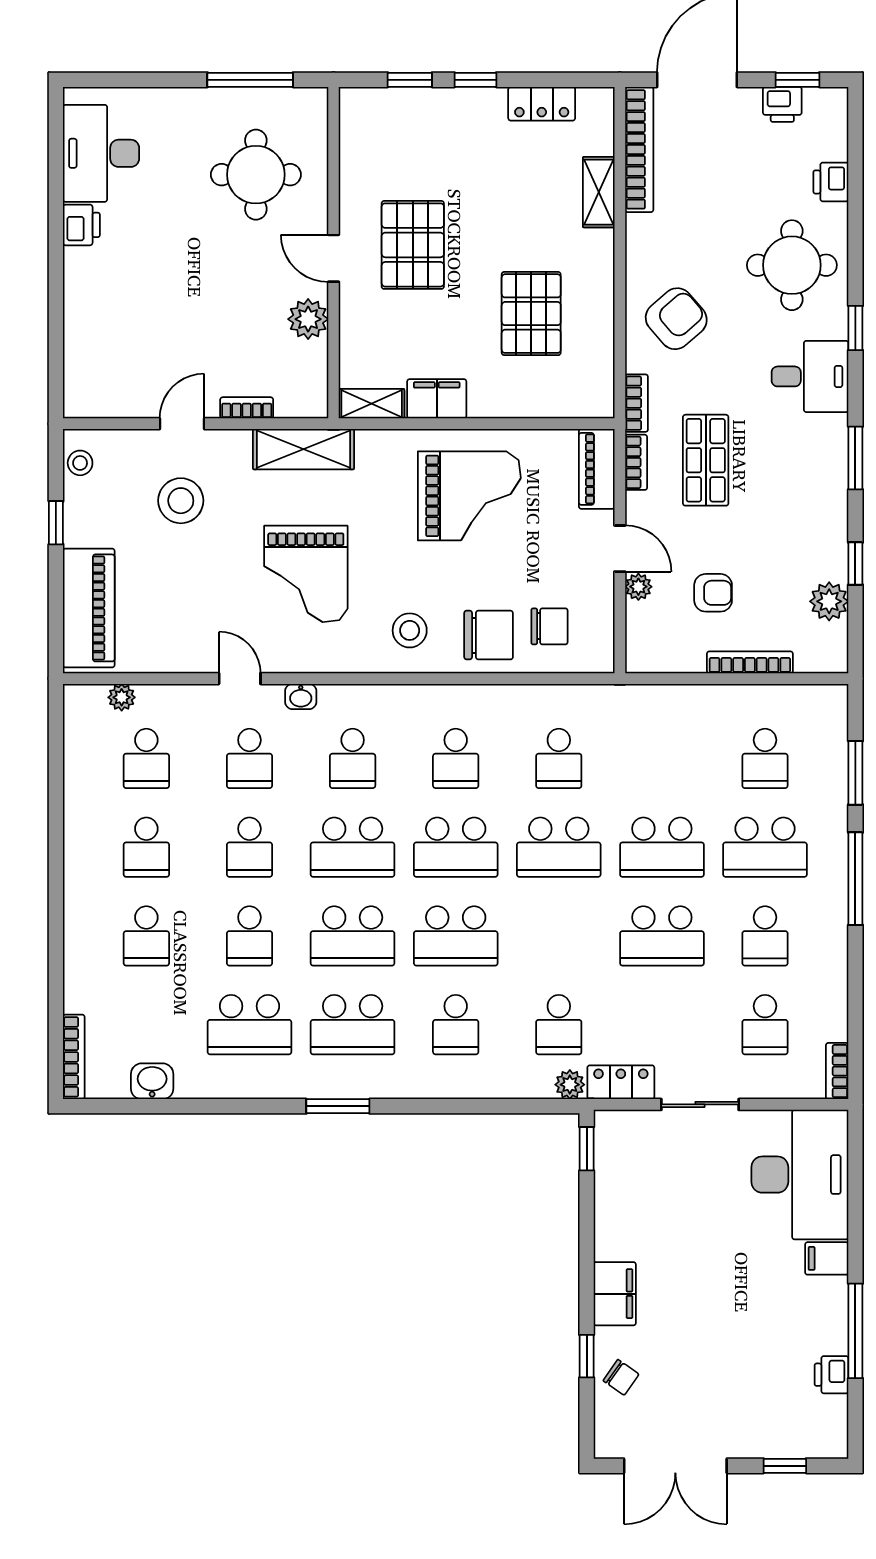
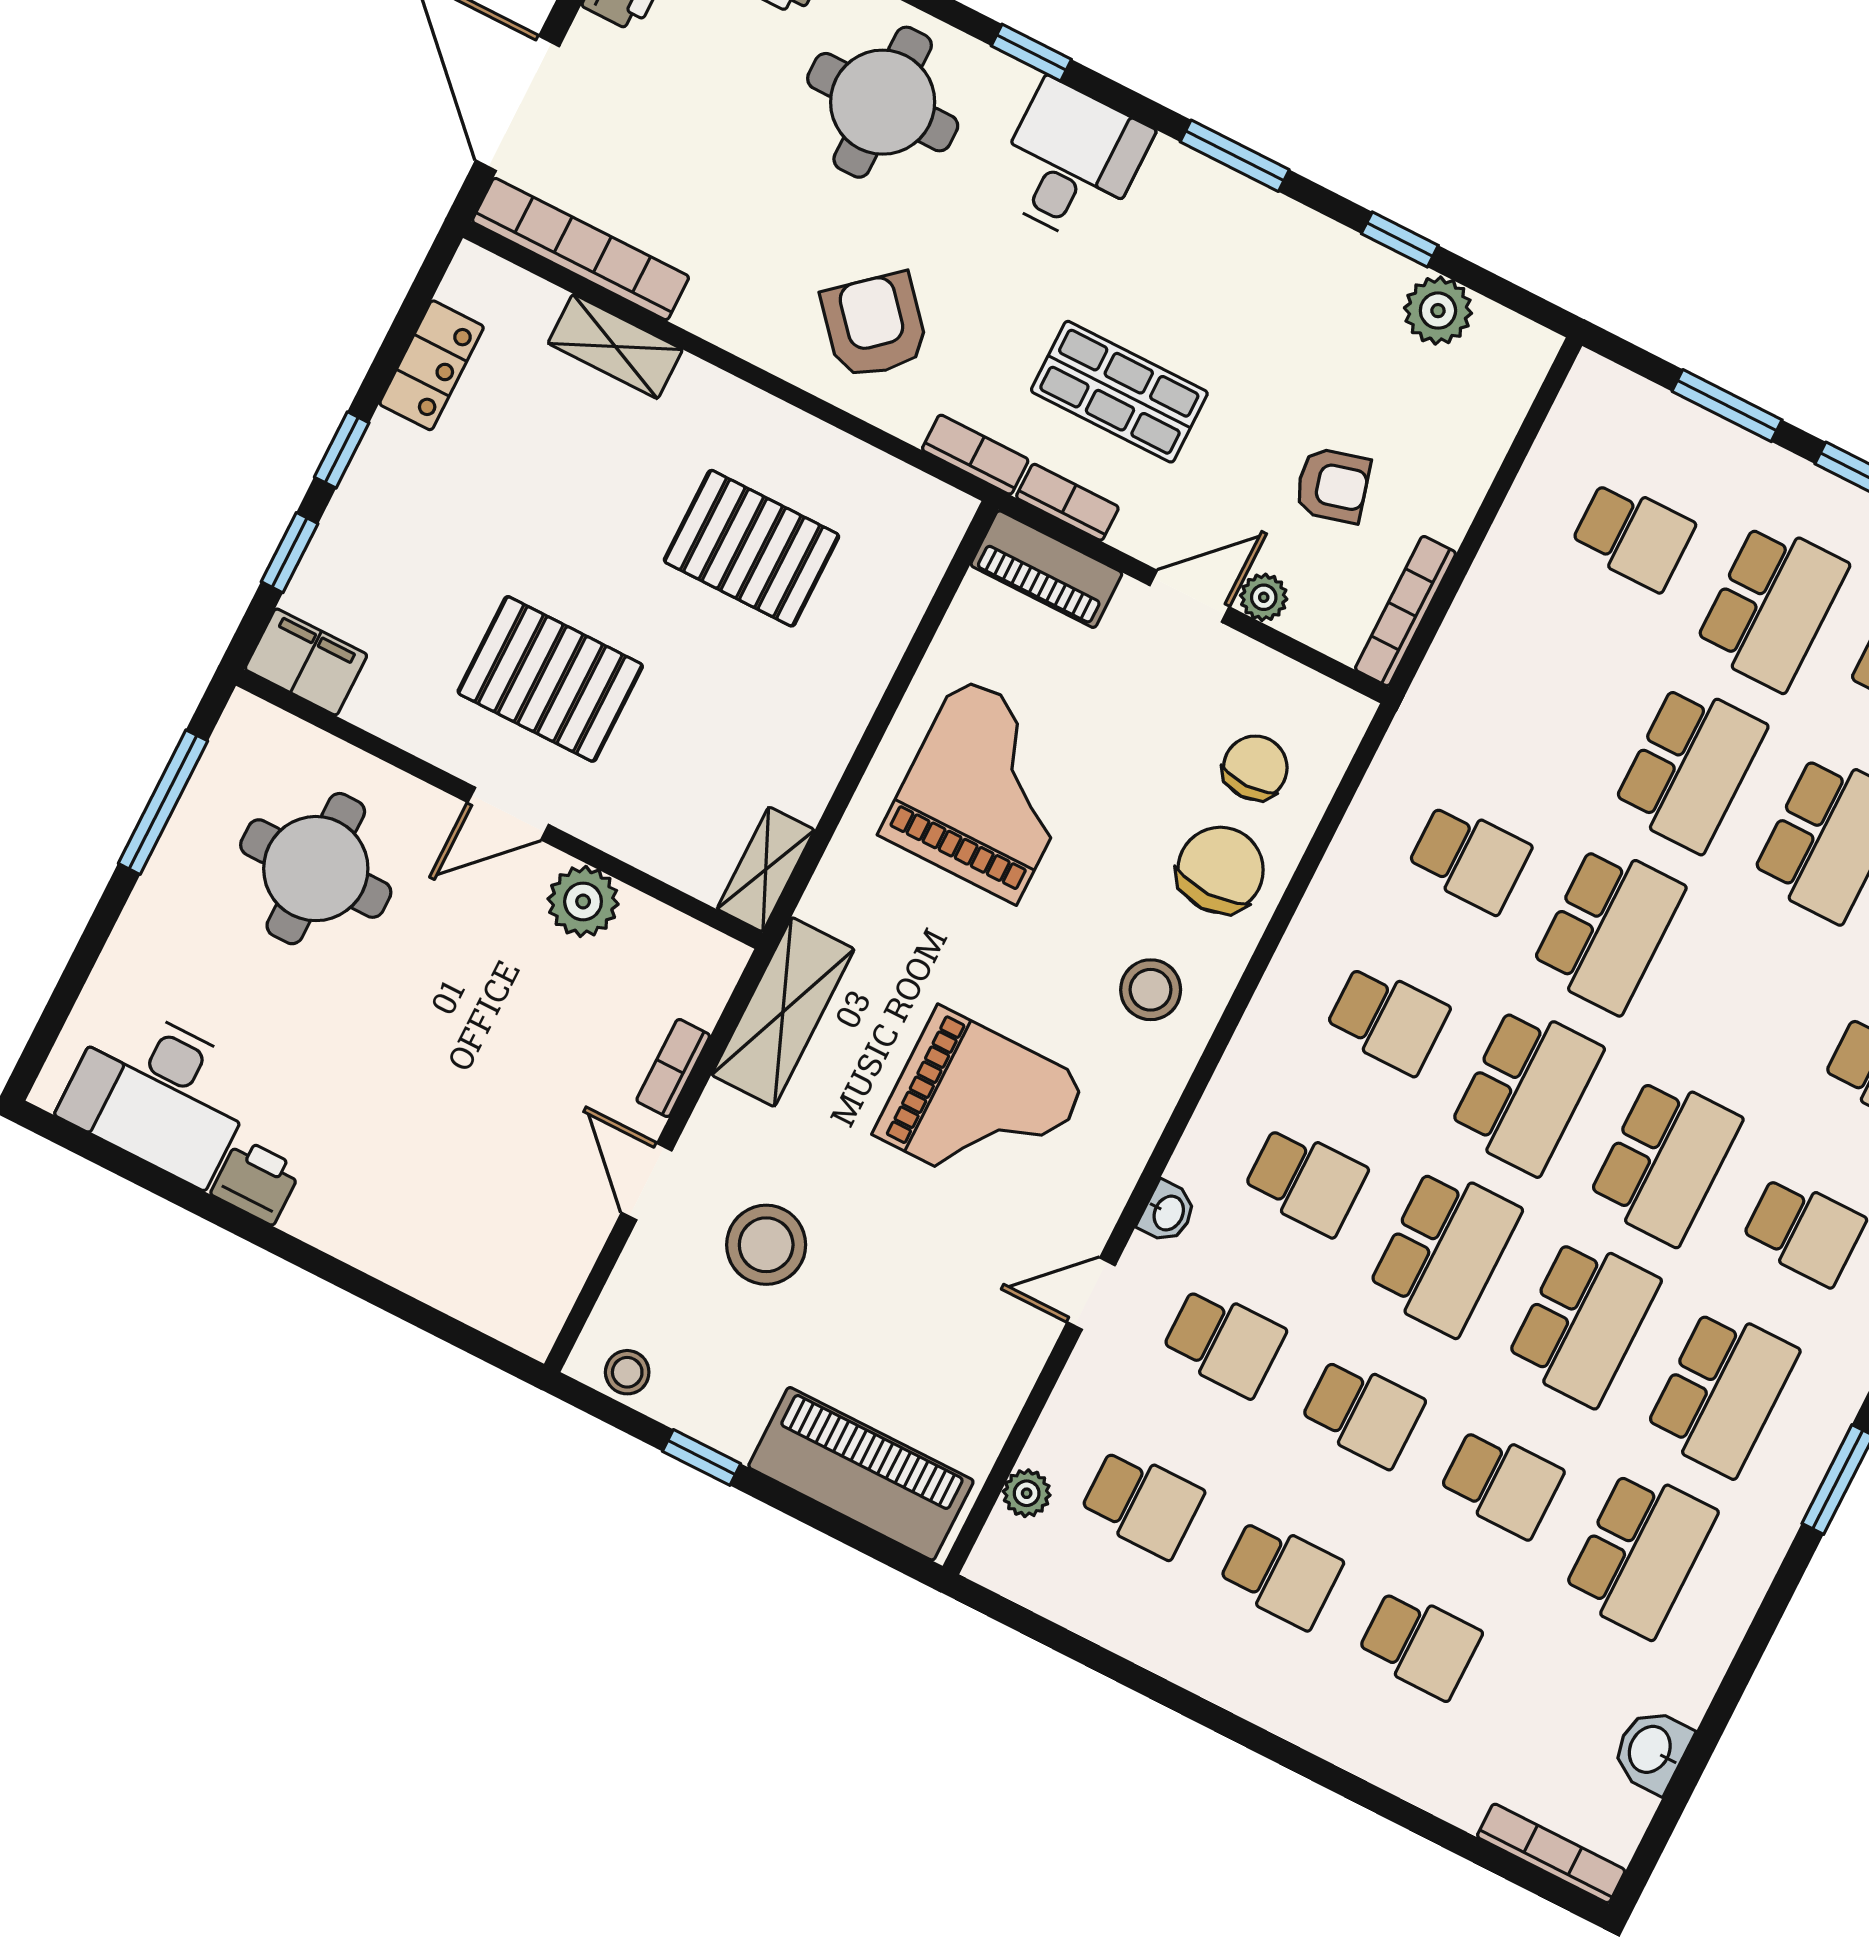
filing cabinet: (437, 399) -> (306, 662), moved, turned 90
armchair: (713, 593) -> (1333, 485), turned 75
bookcase: (750, 662) -> (1405, 611), moved

